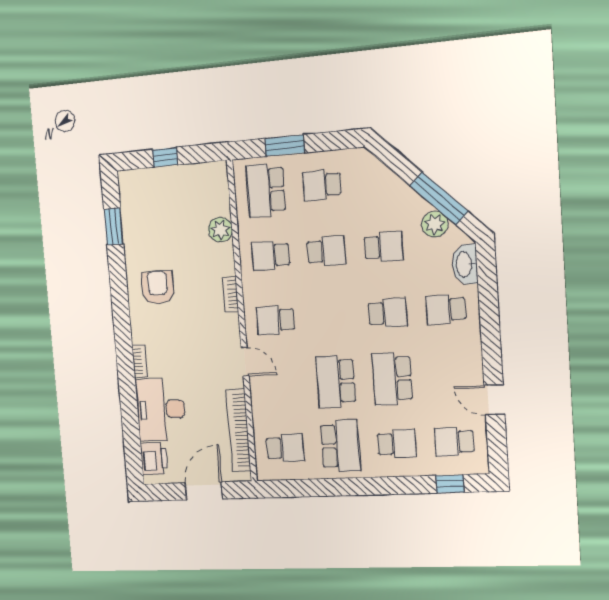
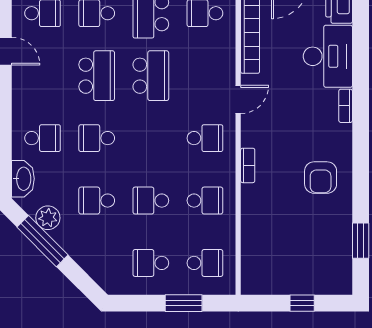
school desk: (322, 185) -> (151, 263), turned 180
school desk: (266, 190) -> (205, 263), width x0.54
plant: (220, 230) -> (253, 229), removed
door: (245, 362) -> (238, 99), swing flipped

